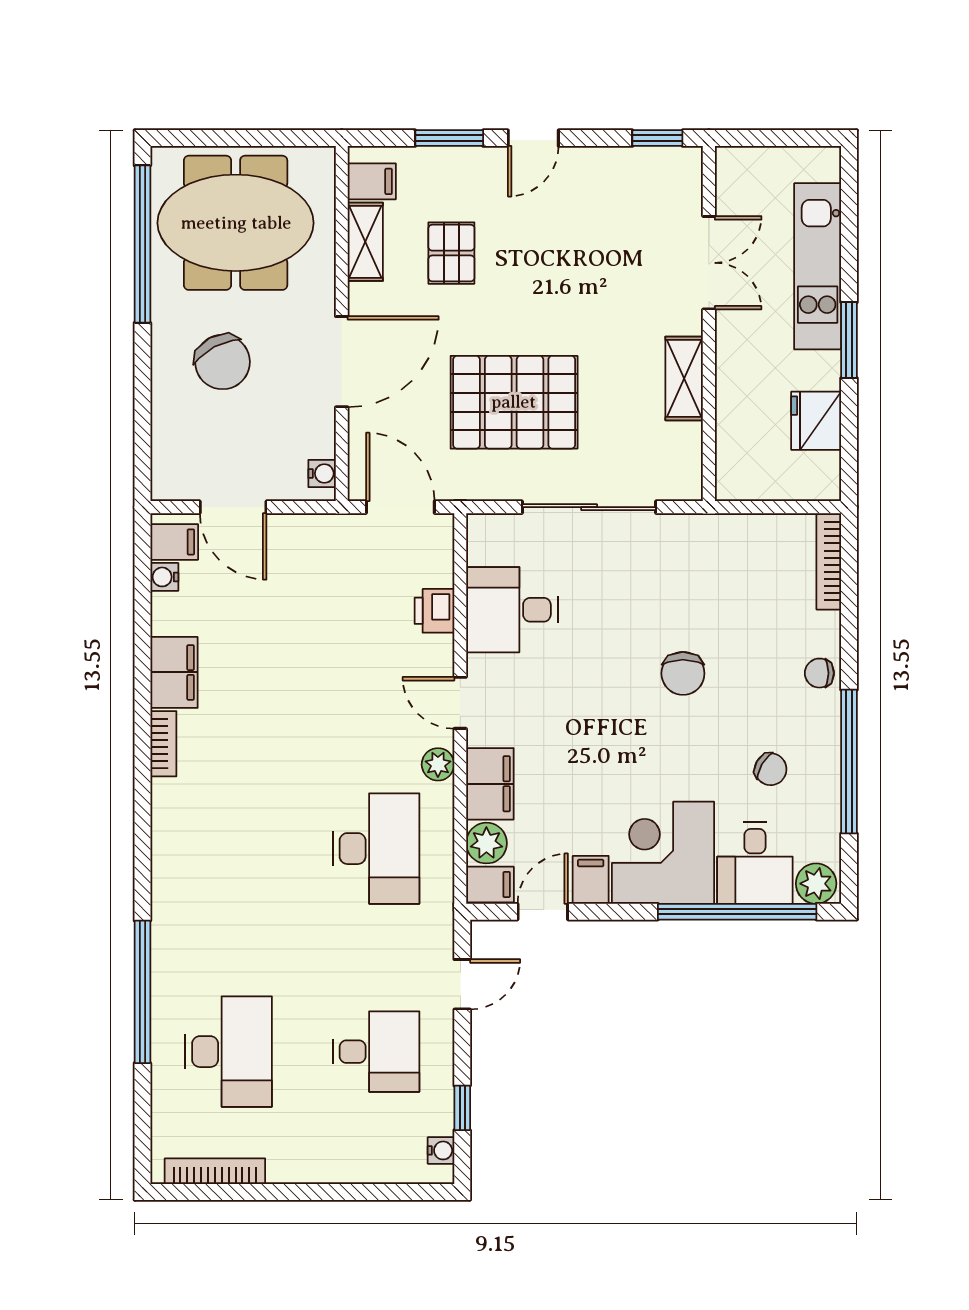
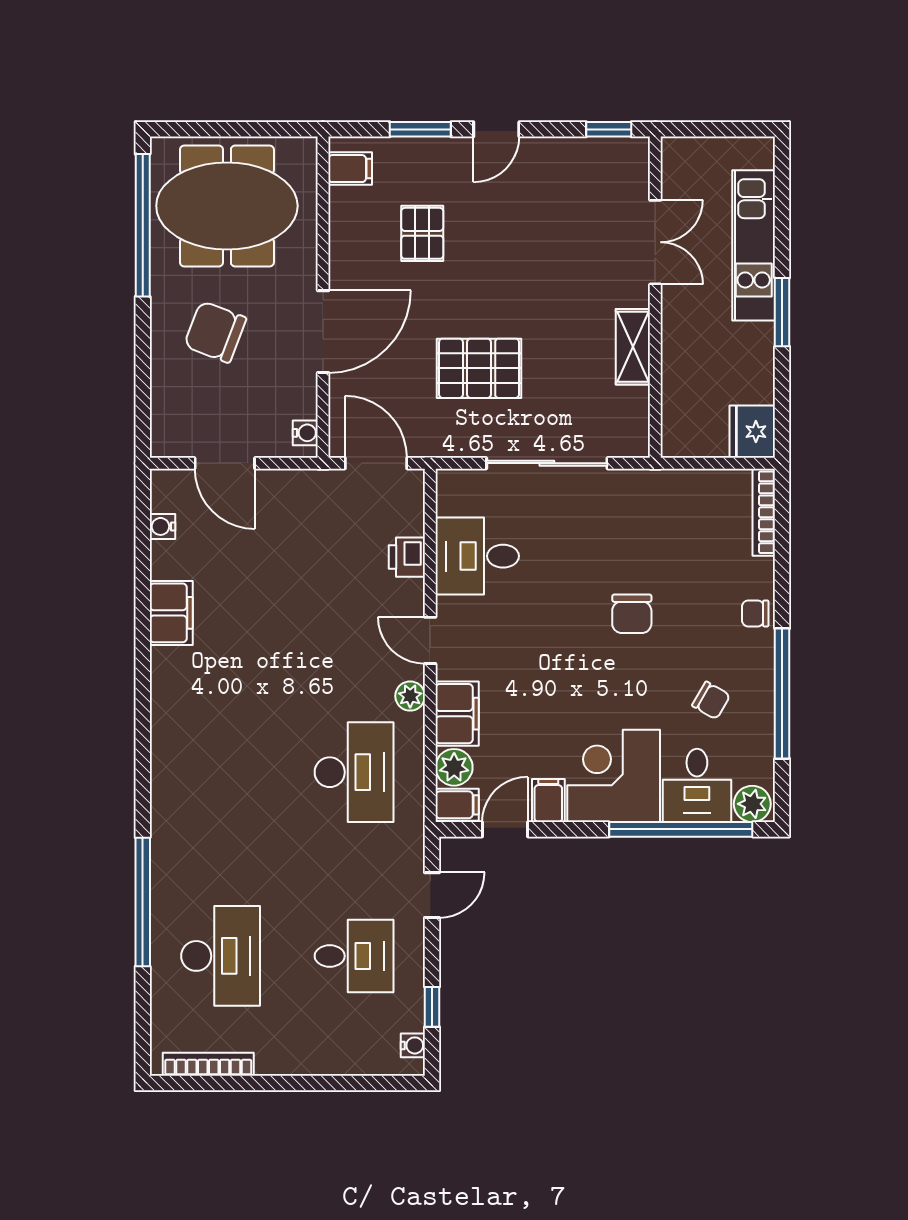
shelving: (365, 242) -> (344, 223), removed
chair: (222, 362) -> (215, 332), turned 139
pallet: (514, 402) -> (479, 368), width x0.73, depth x0.71
fridge: (816, 421) -> (752, 432), moved
filing cabinet: (174, 542) -> (171, 495), removed
bookcase: (163, 744) -> (162, 677), removed

